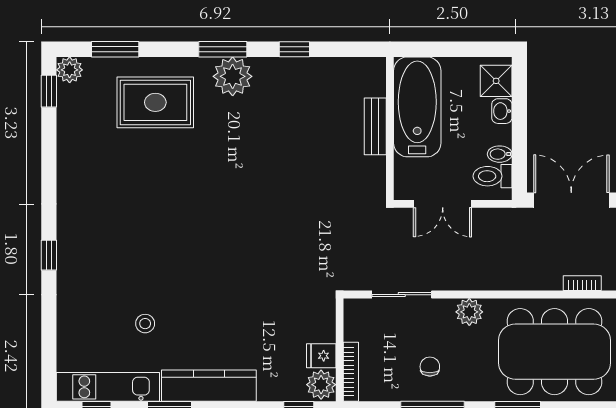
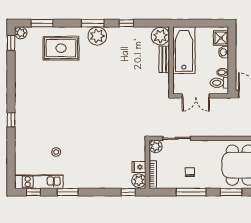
plant: (367, 77) -> (160, 36), added
plant: (469, 312) -> (156, 146), moved
kitchen counter: (209, 386) -> (86, 181), removed

